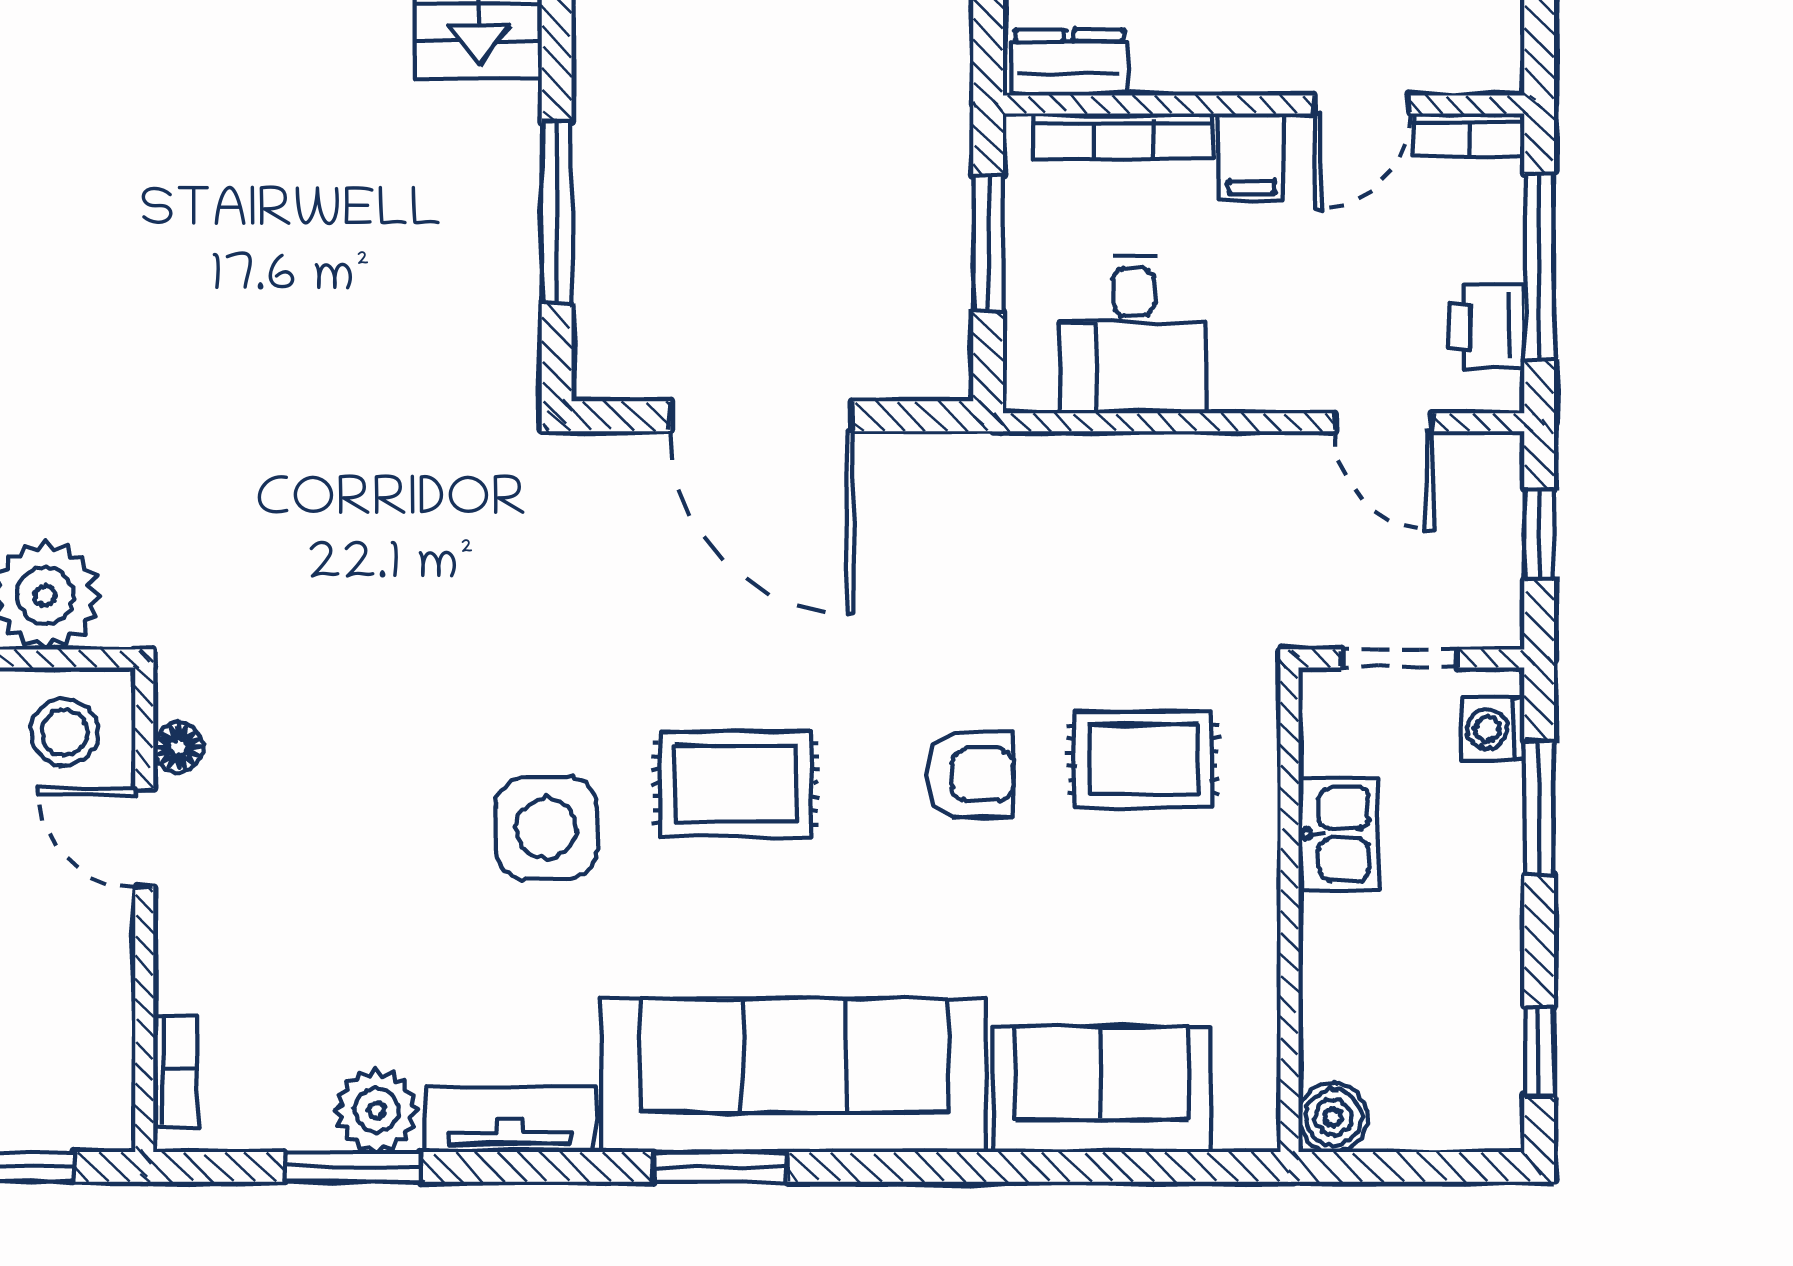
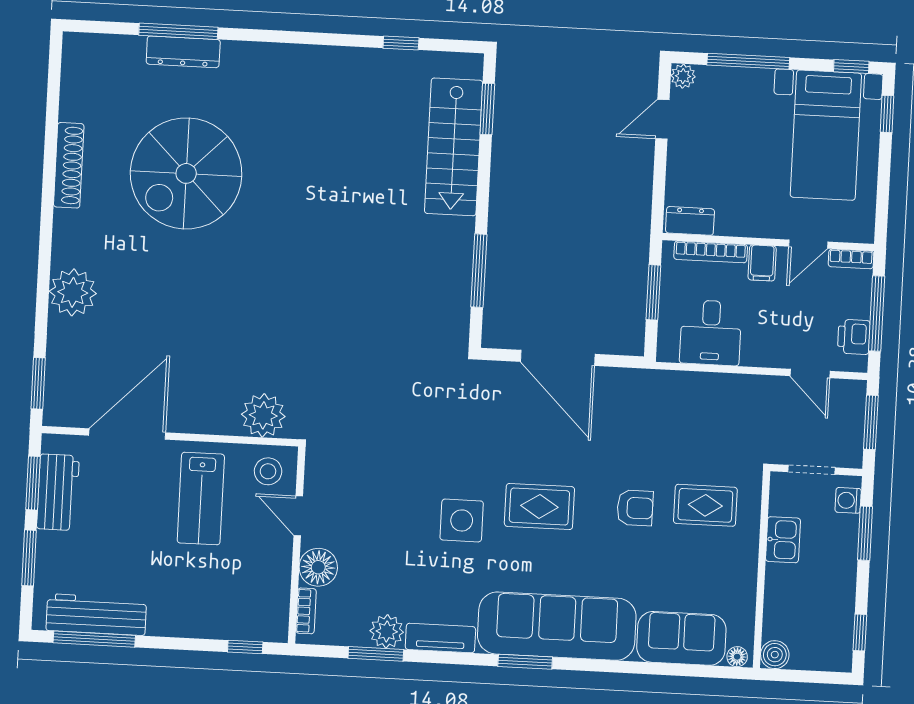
window: (1539, 534) -> (871, 422), width x1.50
floor lamp: (178, 747) -> (318, 567), moved, width x1.89, depth x1.89
floor lamp: (1241, 1127) -> (737, 657), added

